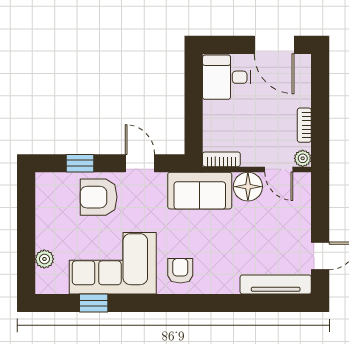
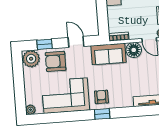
plant: (53, 189) -> (31, 59), added
plant: (44, 259) -> (31, 110), moved
window: (94, 303) -> (102, 114), moved

